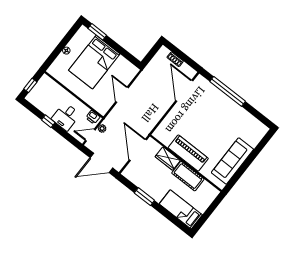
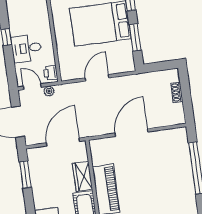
window: (122, 51) -> (135, 37), added
door: (184, 91) -> (131, 133), moved
window: (144, 197) -> (25, 174), moved

